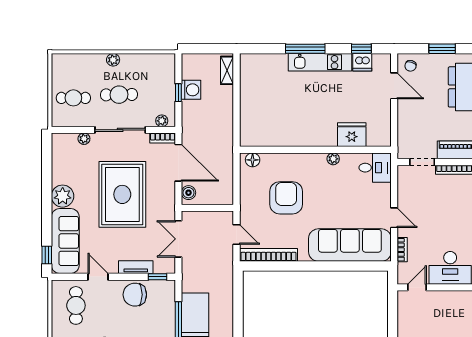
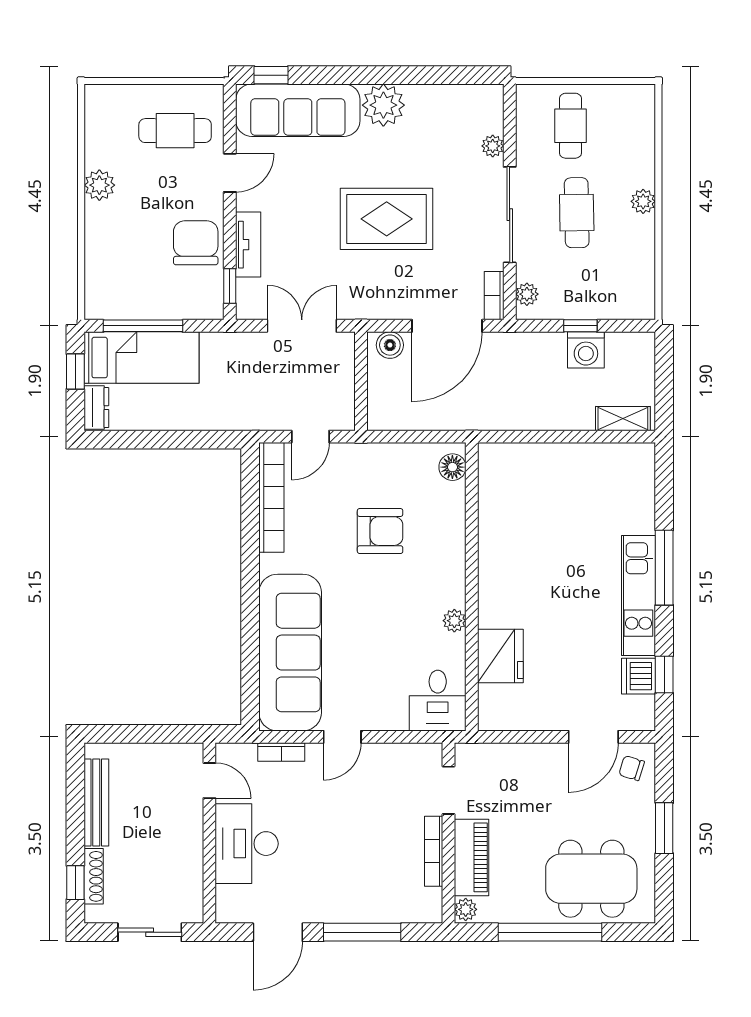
rug: (122, 194) -> (387, 219), width x0.73, depth x0.69
armchair: (286, 198) -> (380, 531), width x0.73, depth x0.73

